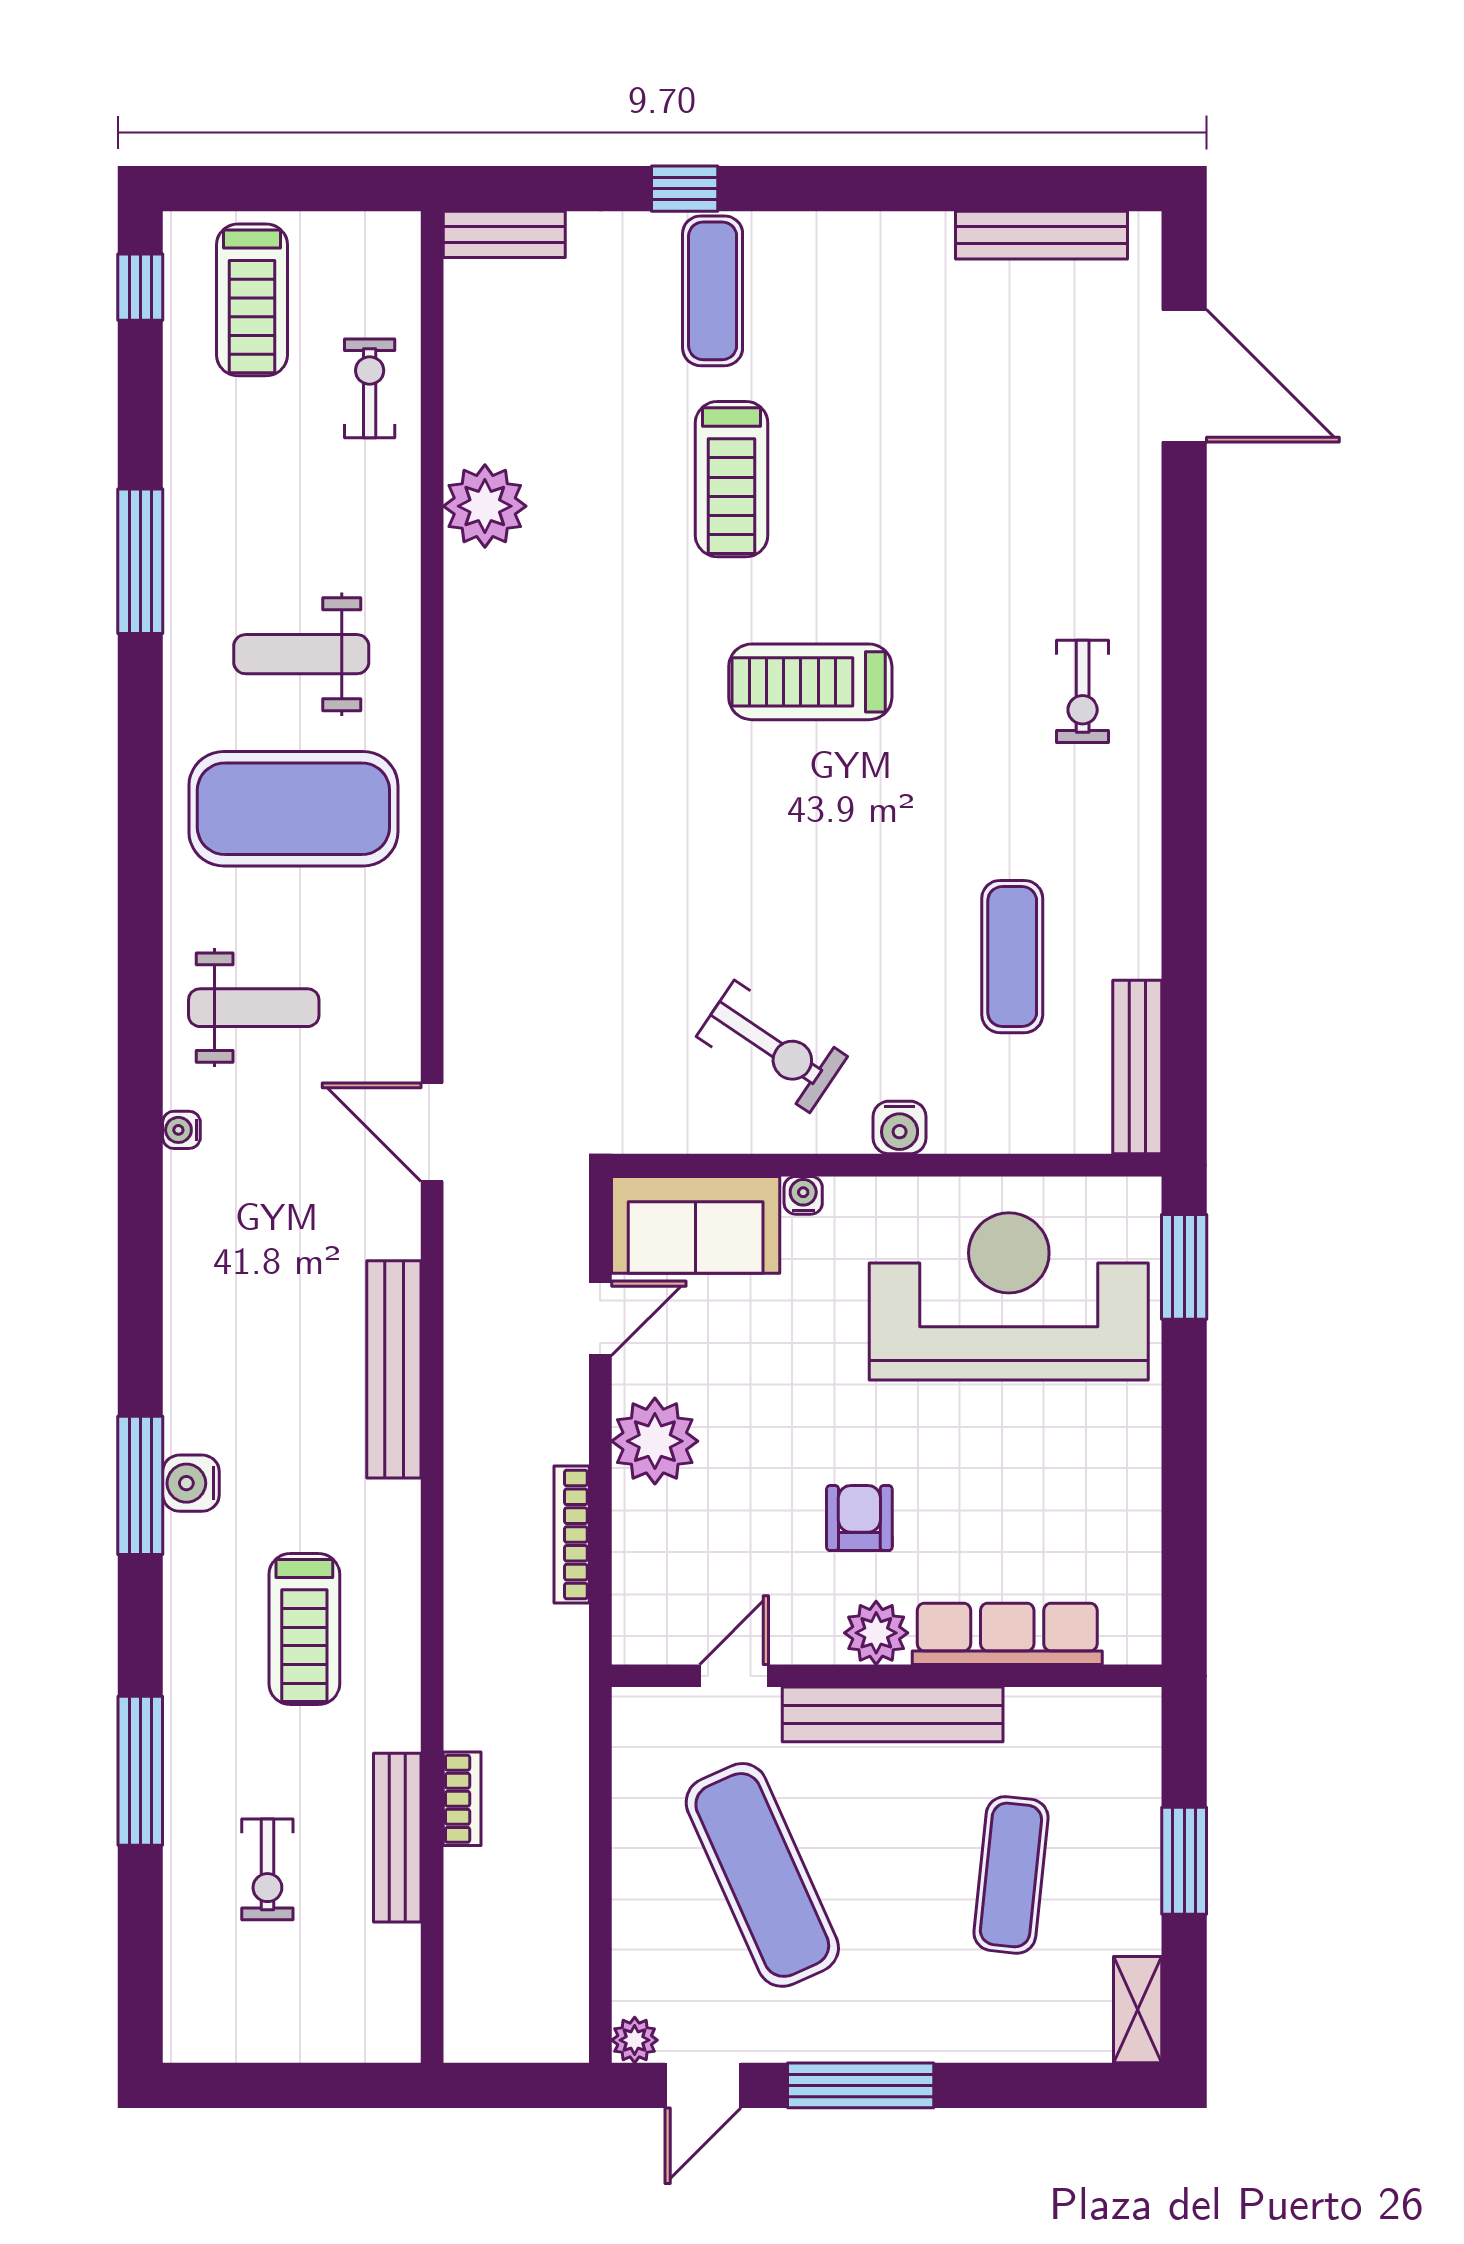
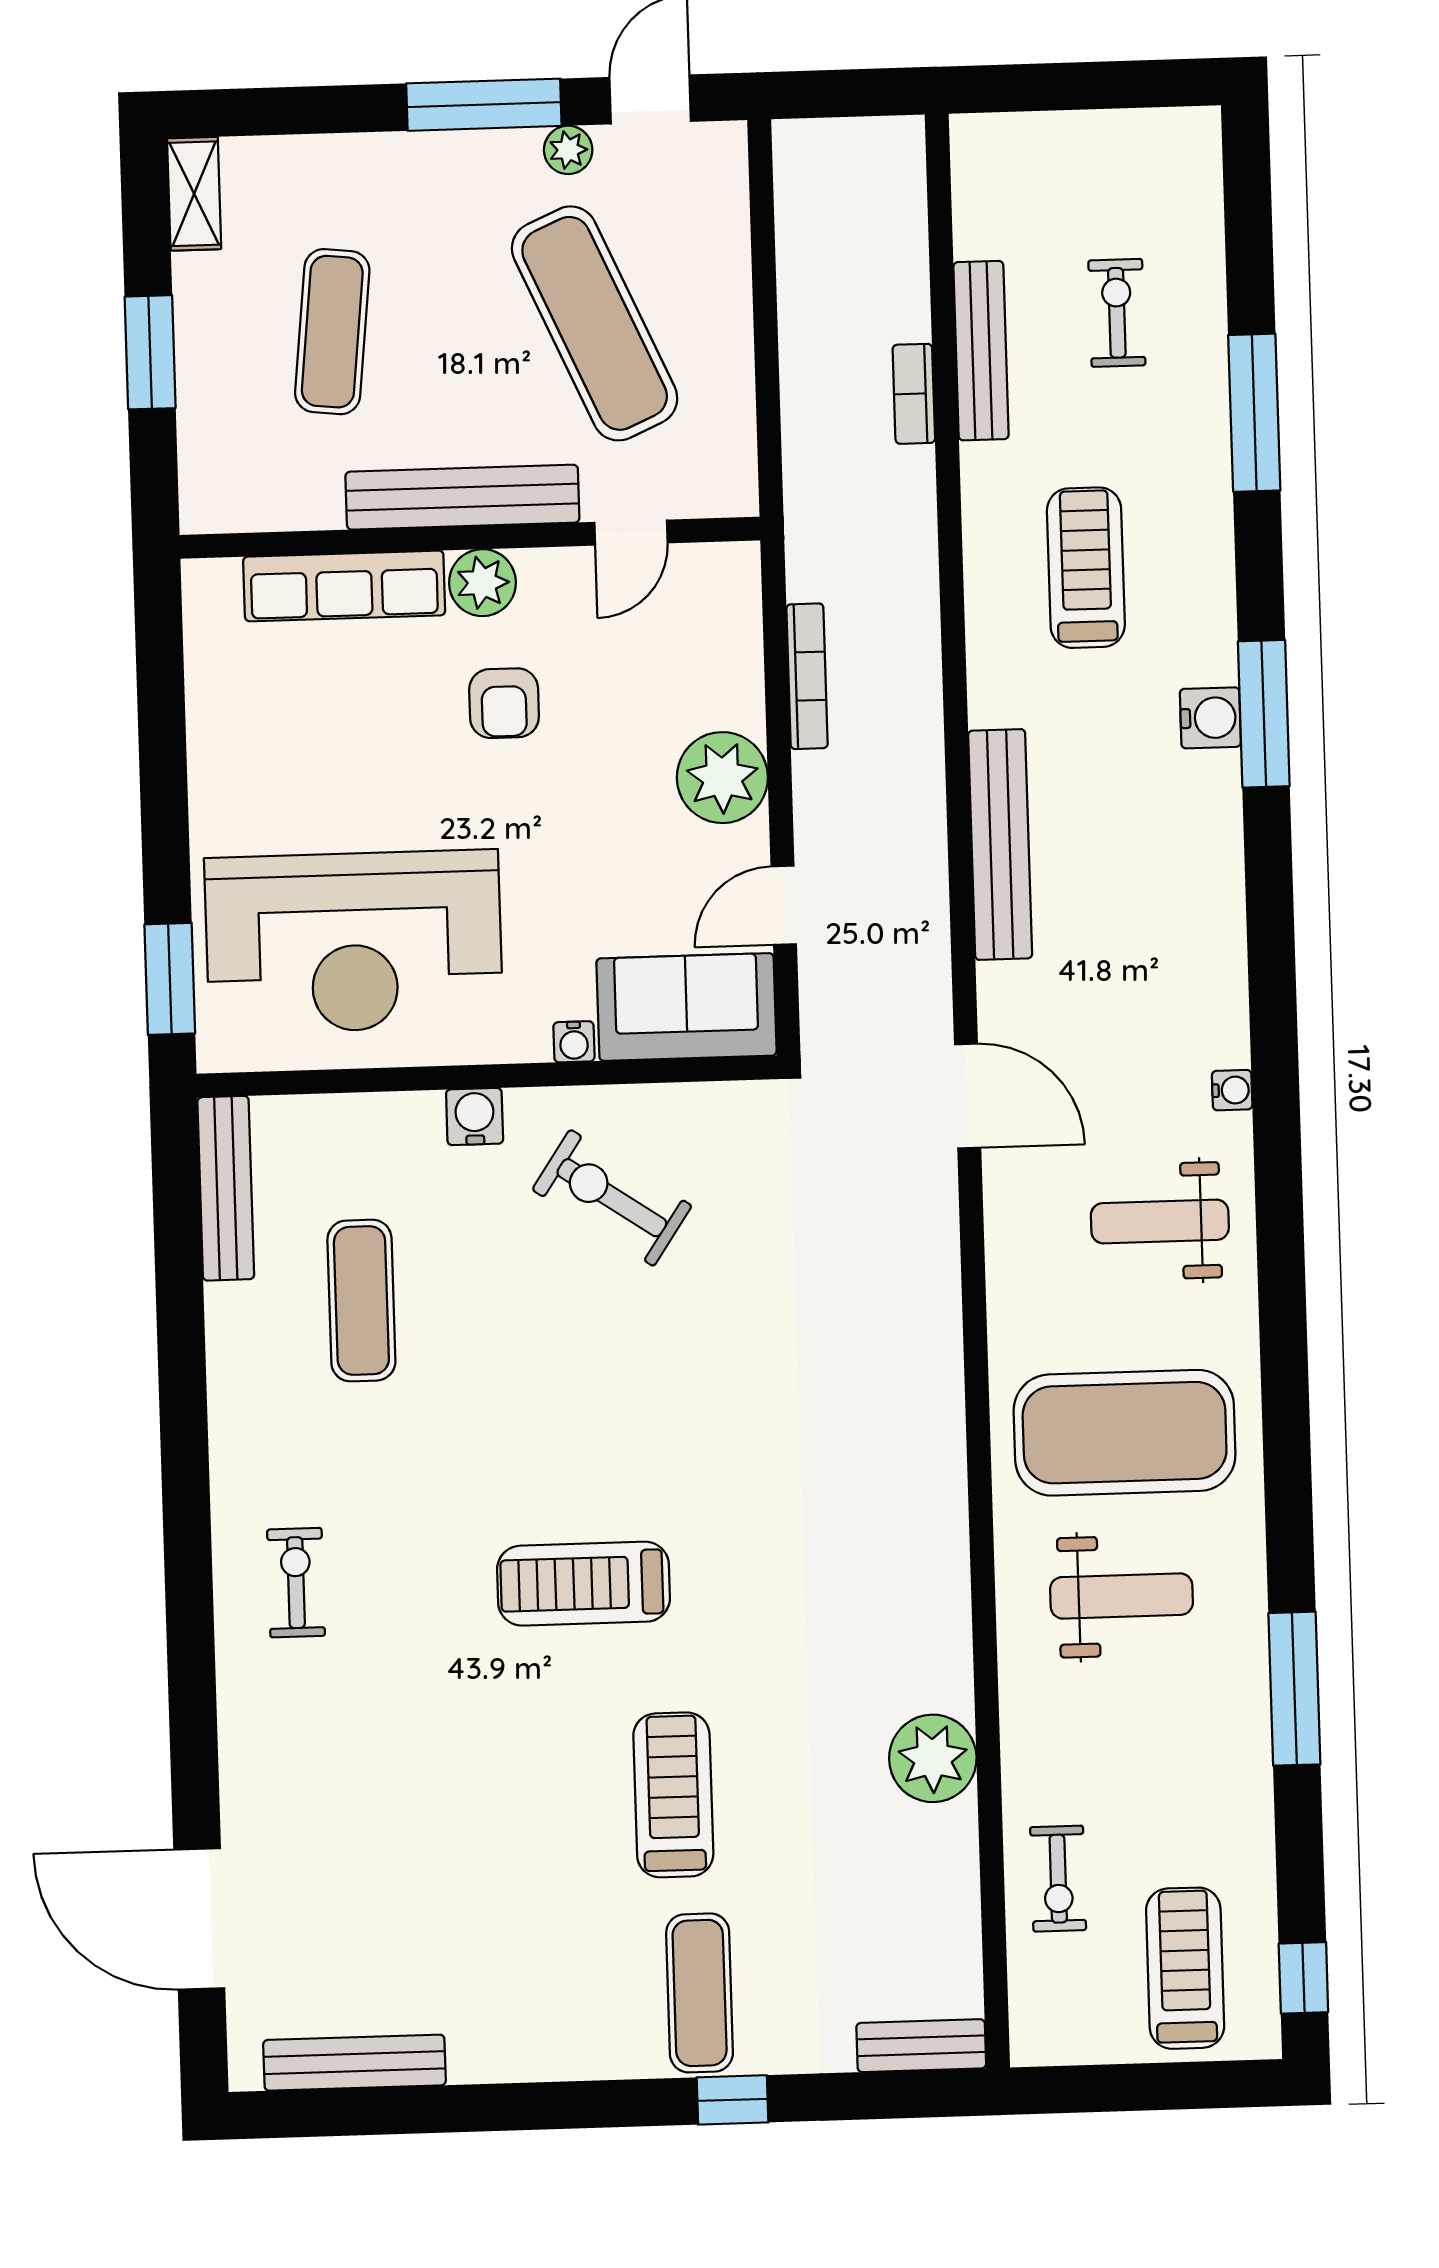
treadmill: (810, 682) -> (584, 1584), turned 180
plant: (635, 2040) -> (568, 150), moved

